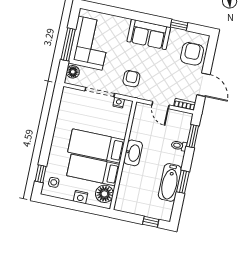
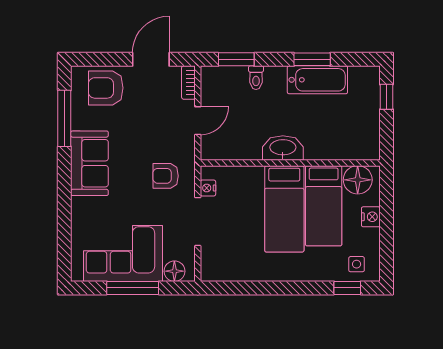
window: (179, 25) -> (64, 118), width x2.17

